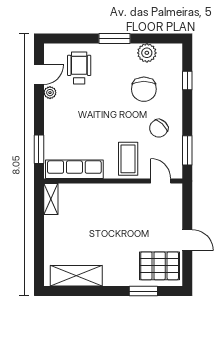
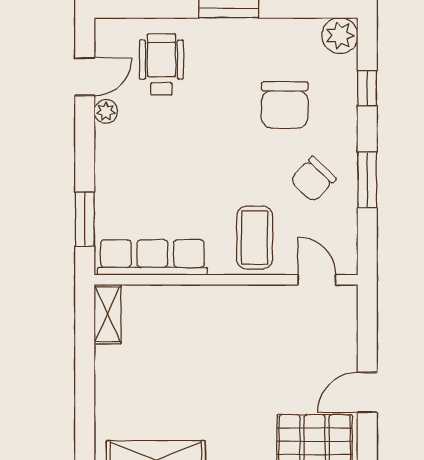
plant: (147, 53) -> (340, 36), moved
window: (187, 150) -> (367, 180), moved
door: (187, 240) -> (367, 392), swing flipped

